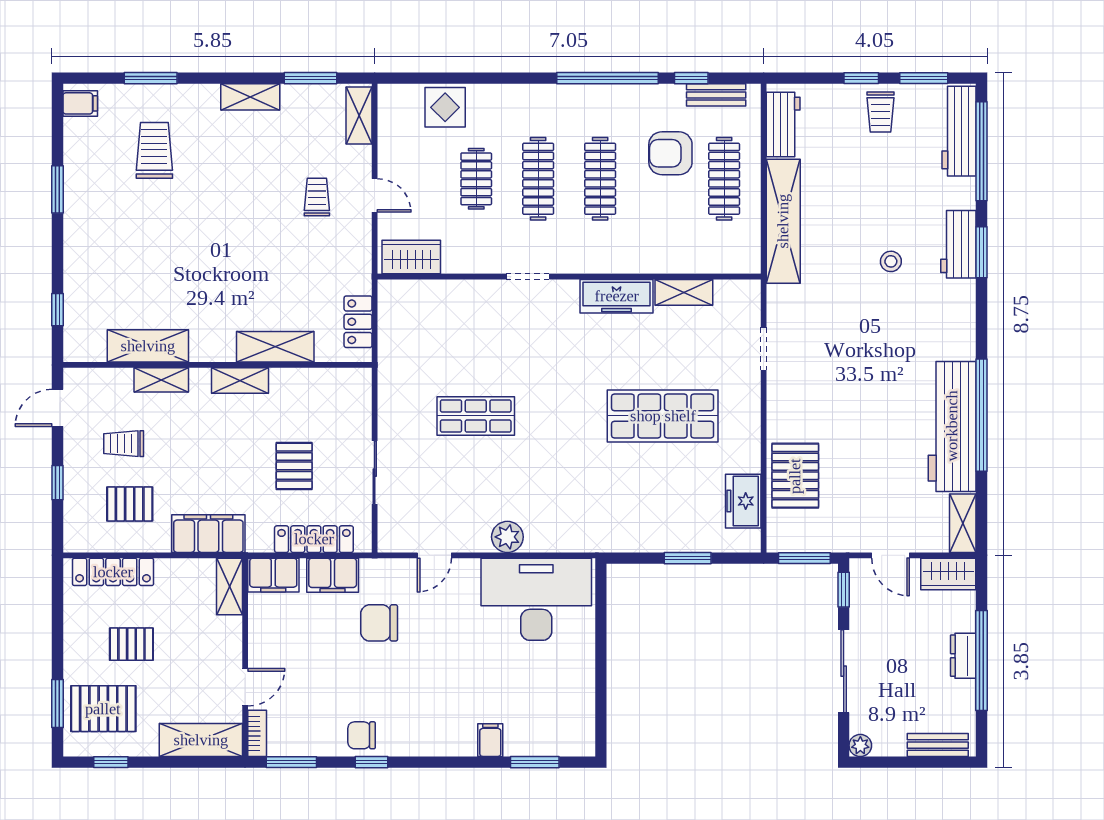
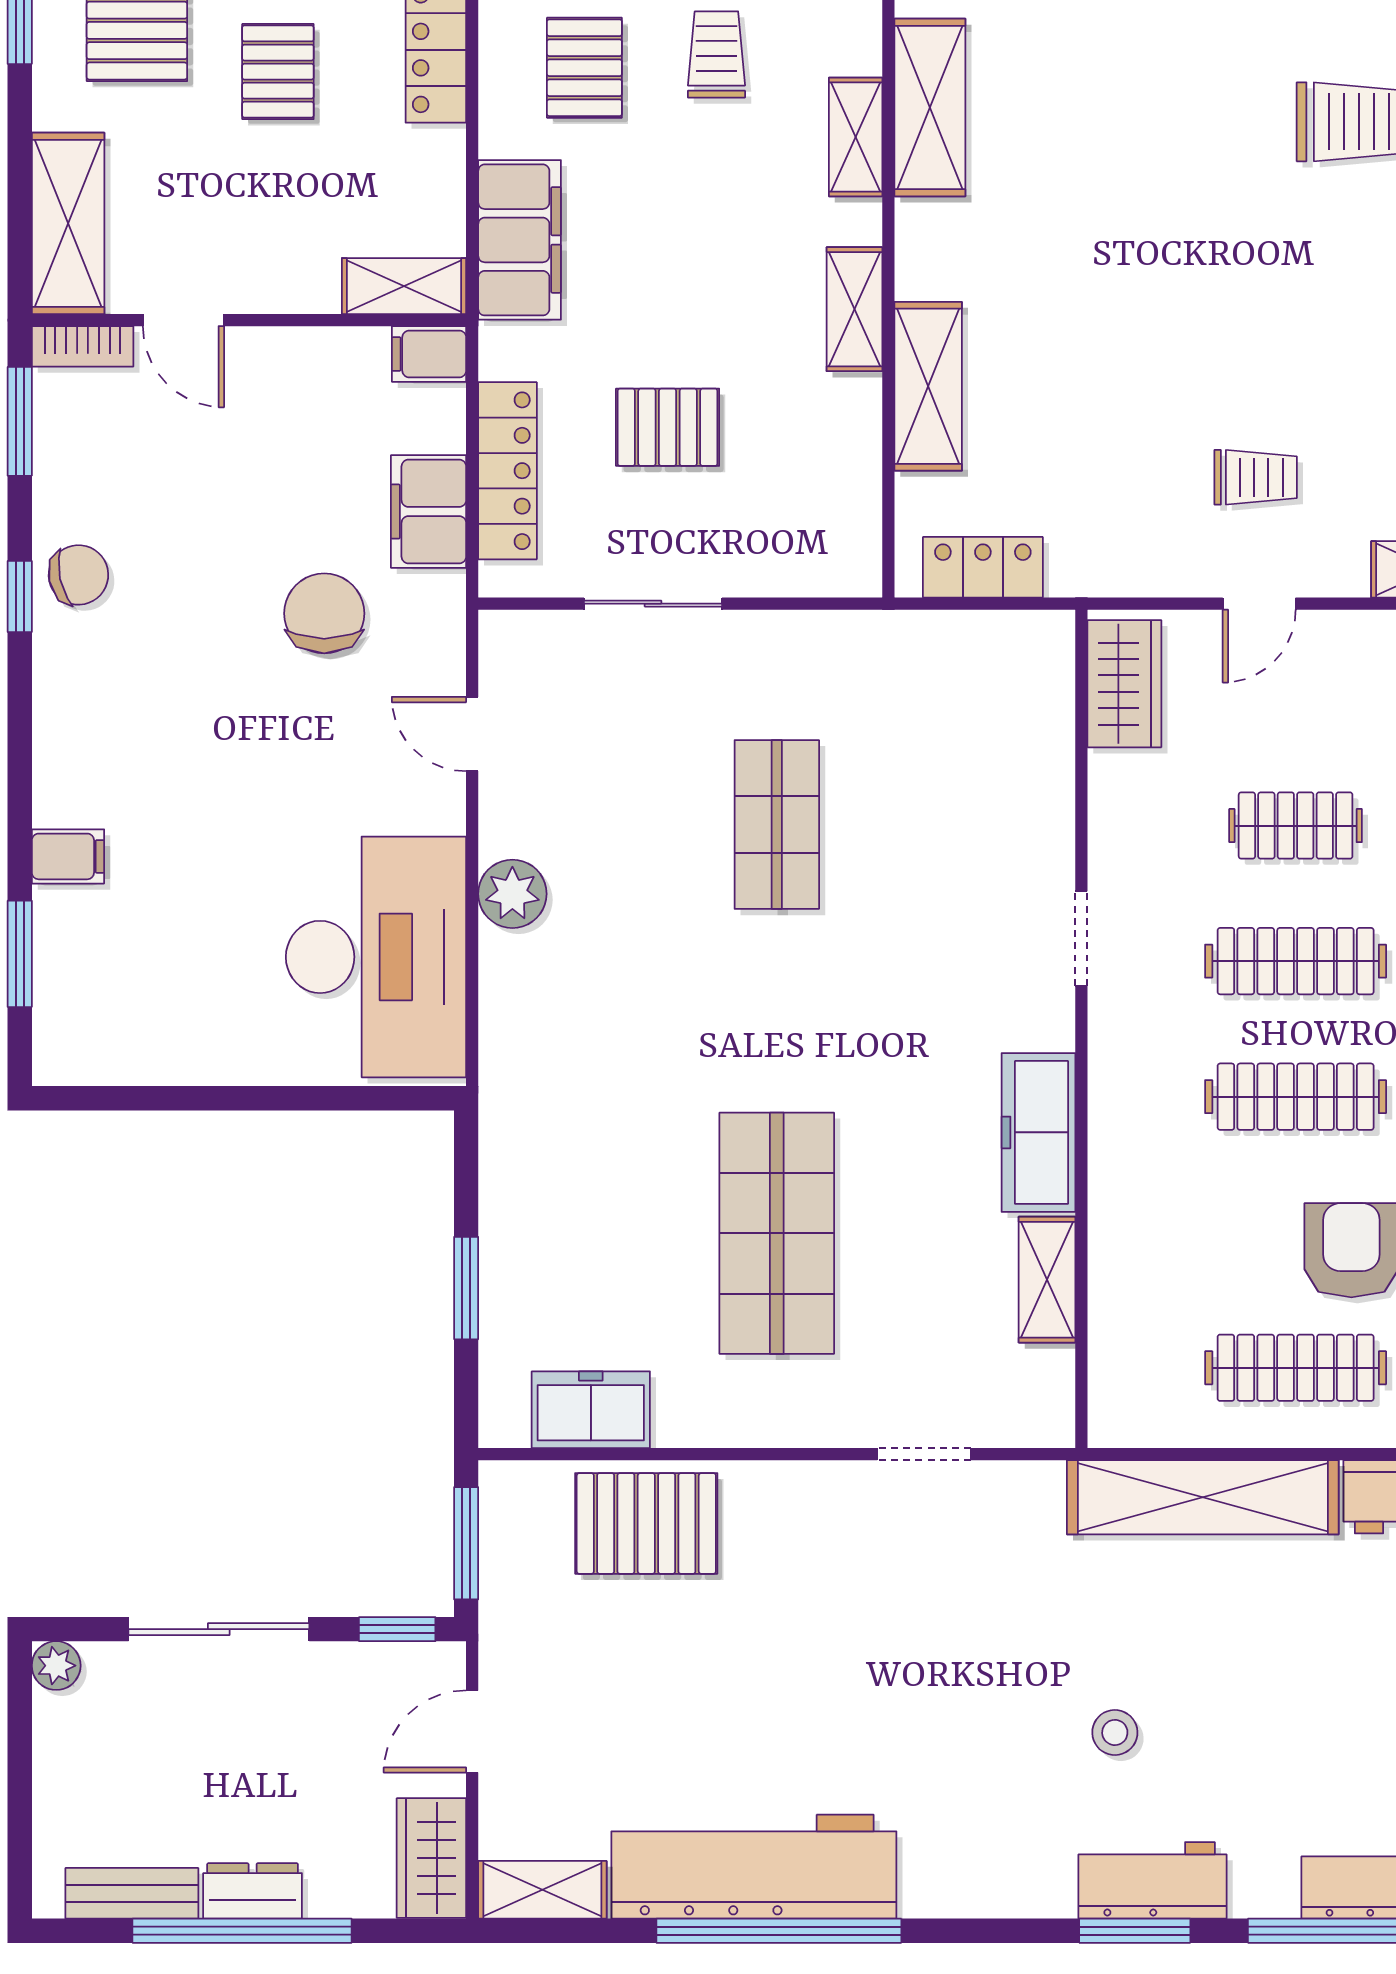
filing cabinet: (273, 575) -> (429, 354), width x0.50
chair: (362, 735) -> (78, 575), turned 78
bench: (938, 745) -> (132, 1893), moved, turned 90

